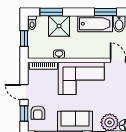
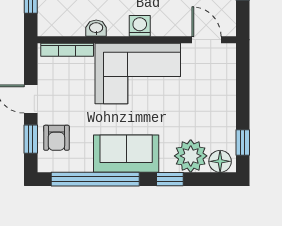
washing machine: (82, 53) -> (140, 26), added

